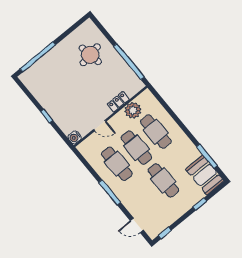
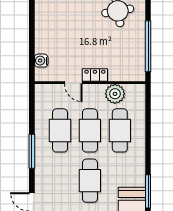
locker: (118, 102) -> (95, 75), moved
window: (47, 116) -> (32, 34), removed
water cooler: (75, 137) -> (41, 61), moved

